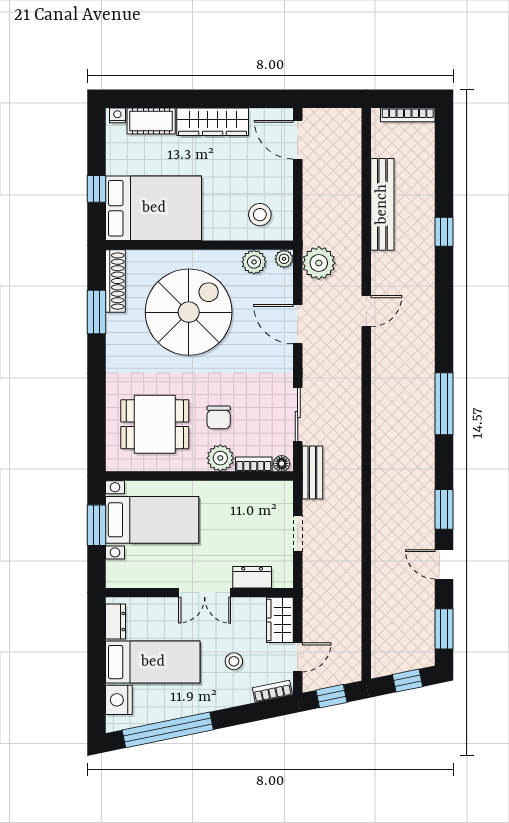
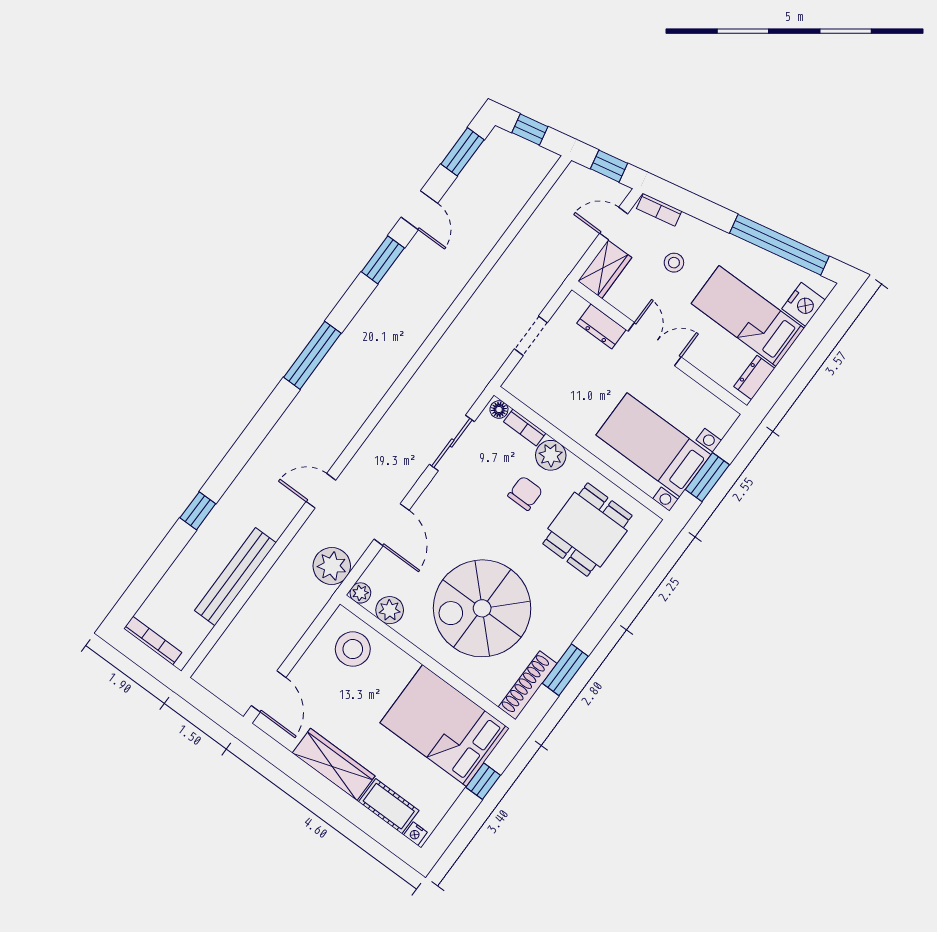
stool: (260, 215) -> (353, 649), width x1.38, depth x1.38
dining table: (155, 424) -> (587, 530), turned 90
bench: (312, 472) -> (477, 381), removed

